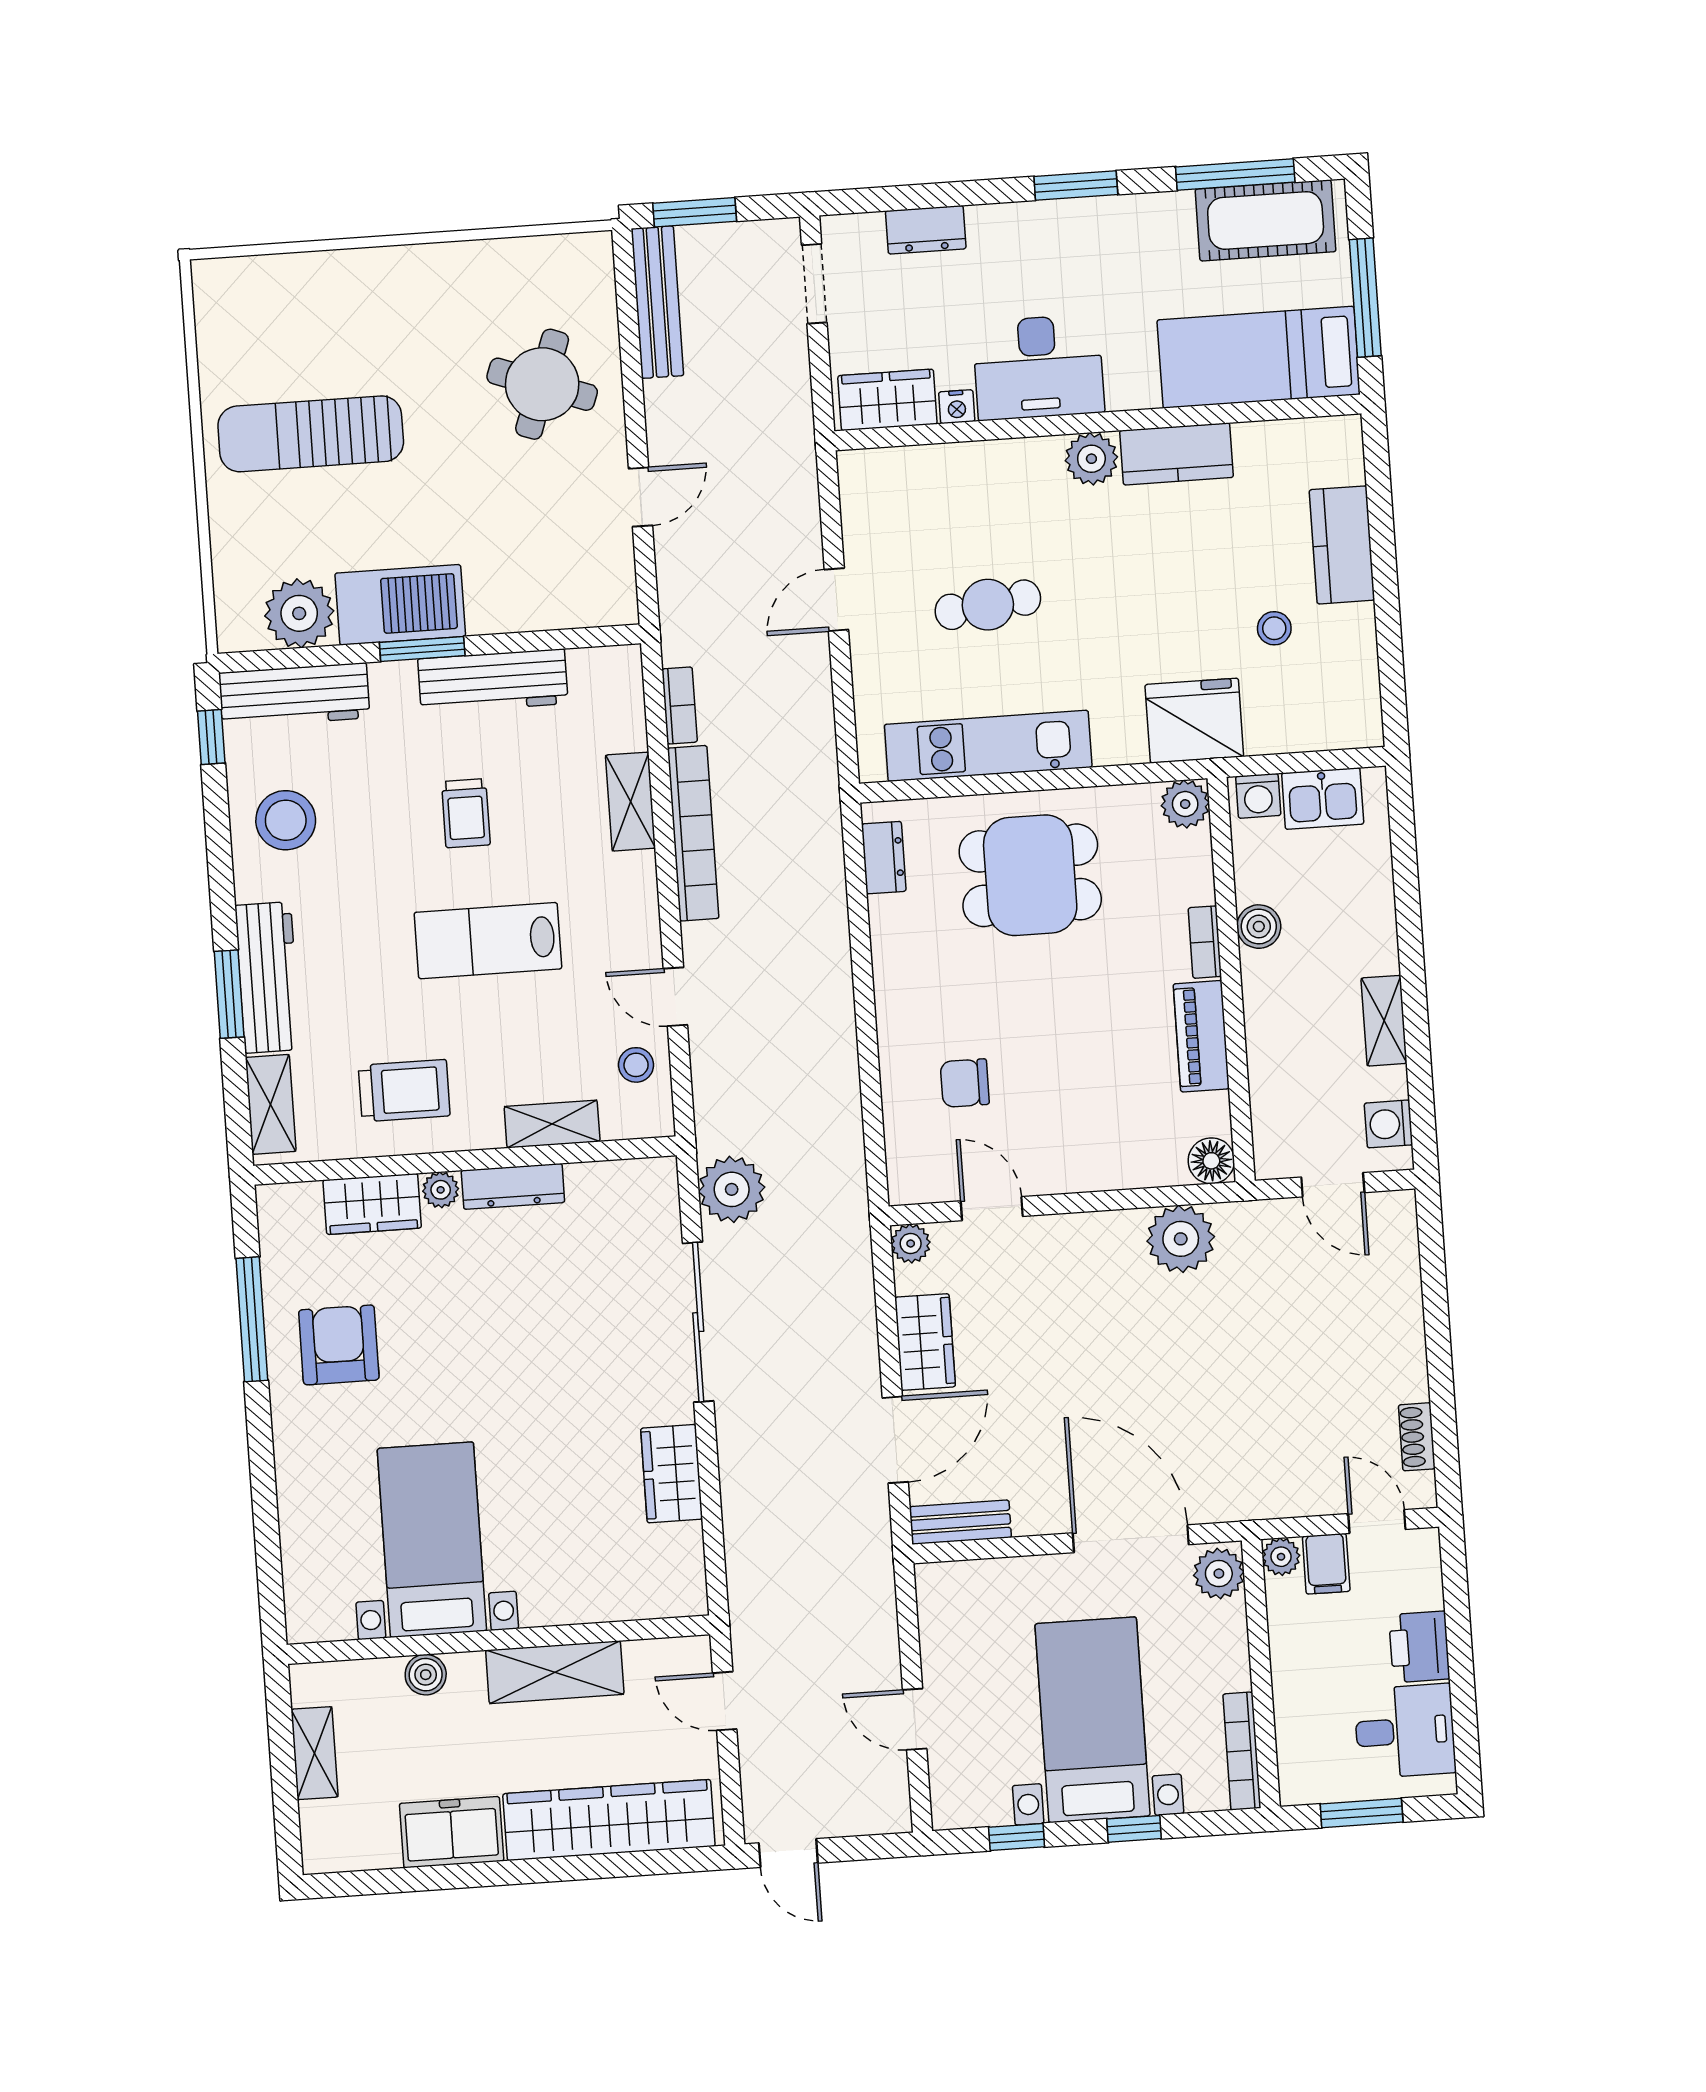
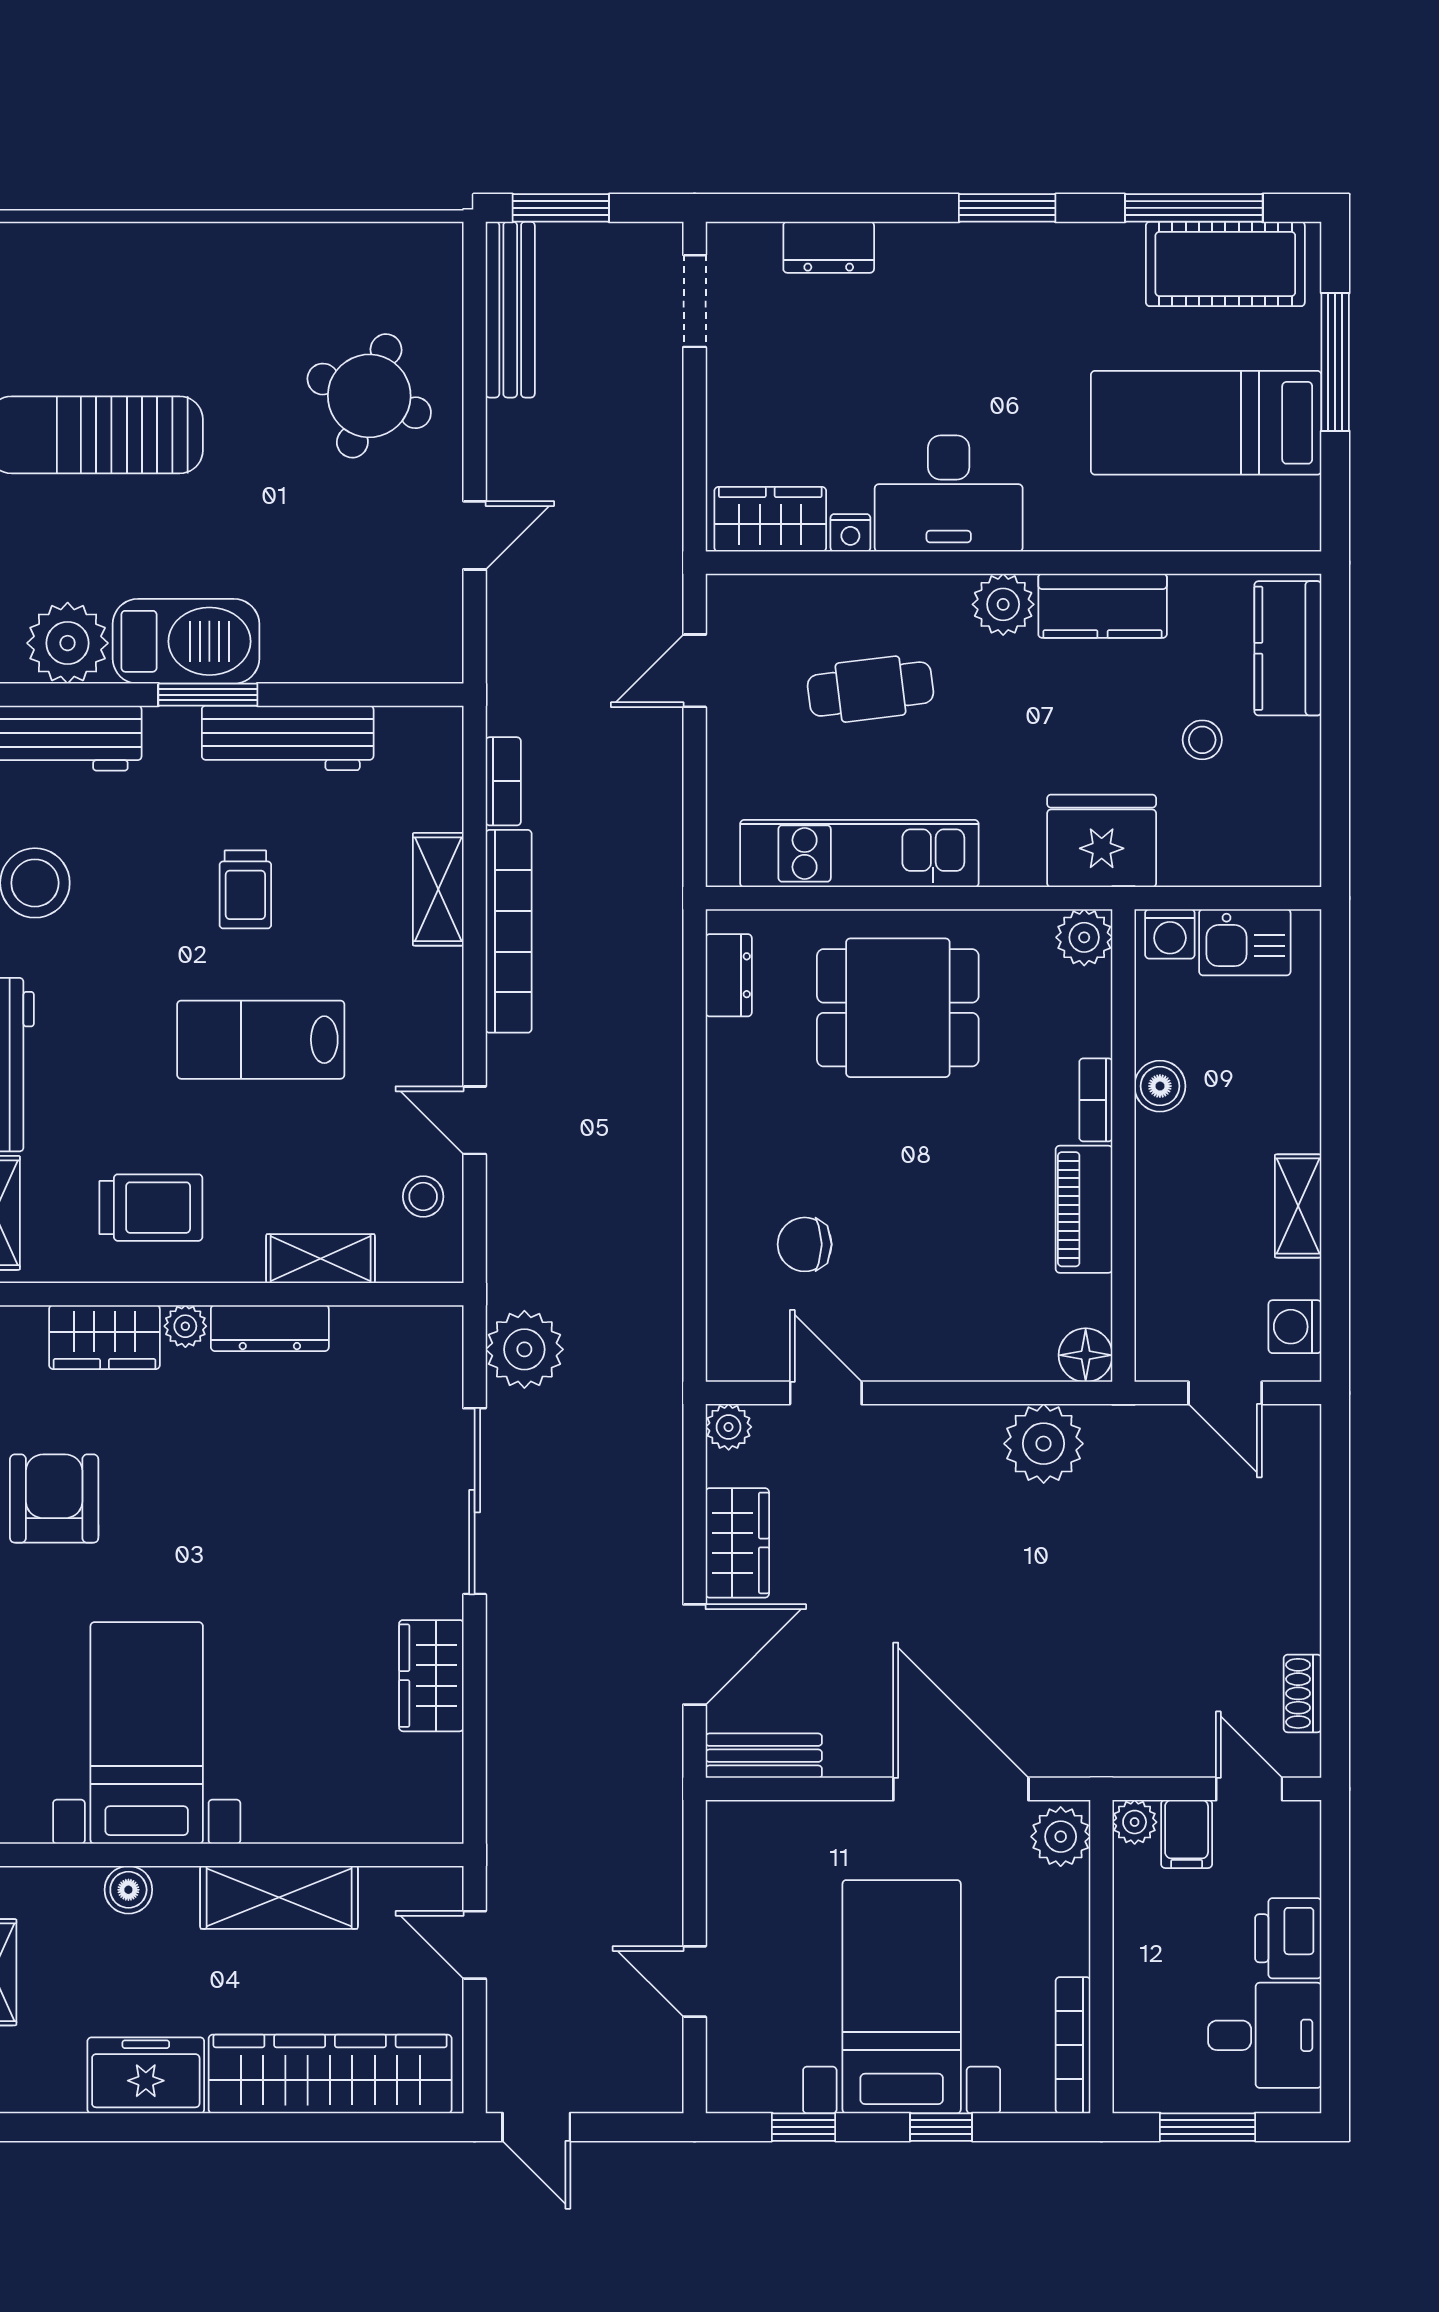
desk: (1038, 367) -> (949, 494), moved
wardrobe: (887, 400) -> (770, 519), moved
nightstand: (957, 407) -> (850, 533), moved
wall: (1098, 422) -> (1013, 563), moved
kitchen counter: (1176, 454) -> (1103, 606), moved
plant: (1091, 459) -> (1003, 604), moved

